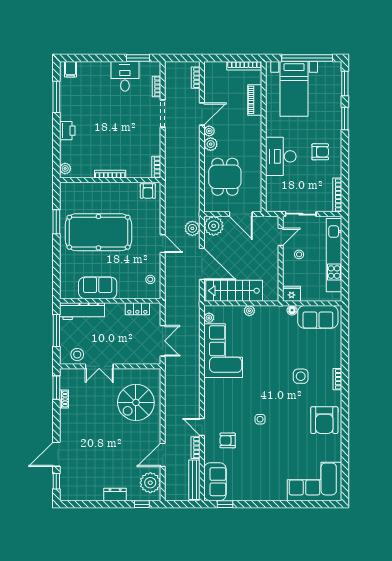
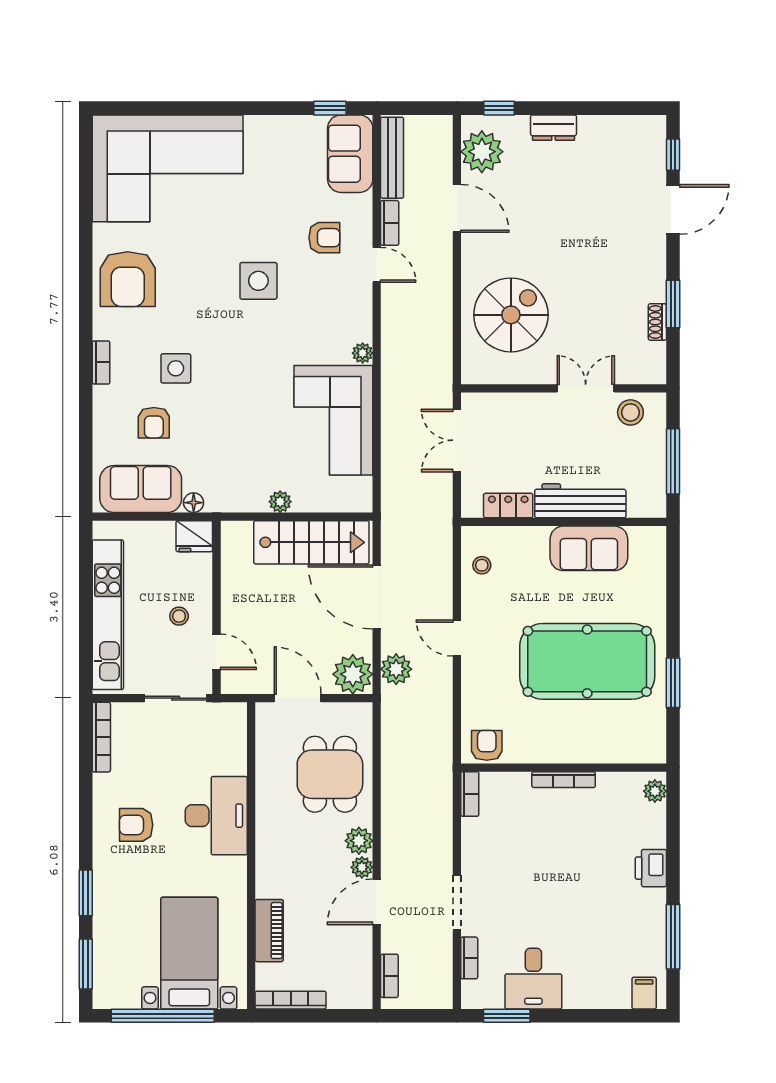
door: (281, 237) -> (216, 652), swing flipped
workbench: (82, 311) -> (580, 501), moved
plant: (209, 318) -> (363, 353), moved
armchair: (311, 350) -> (154, 423), added
window: (56, 388) -> (673, 304), moved
side table: (260, 419) -> (258, 281), width x1.87, depth x1.87
armchair: (324, 420) -> (128, 279), turned 180
door: (163, 455) -> (457, 208), hinge flipped
corner sofa: (315, 481) -> (168, 168), width x1.36, depth x1.36

